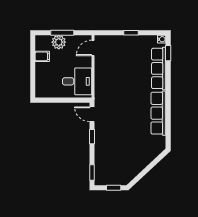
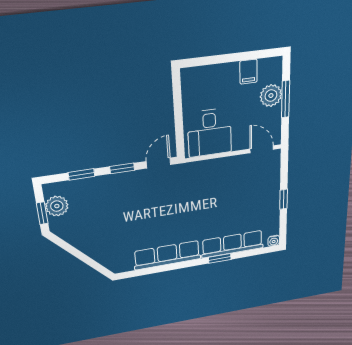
window: (168, 53) -> (220, 258), moved
window: (92, 172) -> (81, 174), moved
plant: (110, 178) -> (57, 206), added

